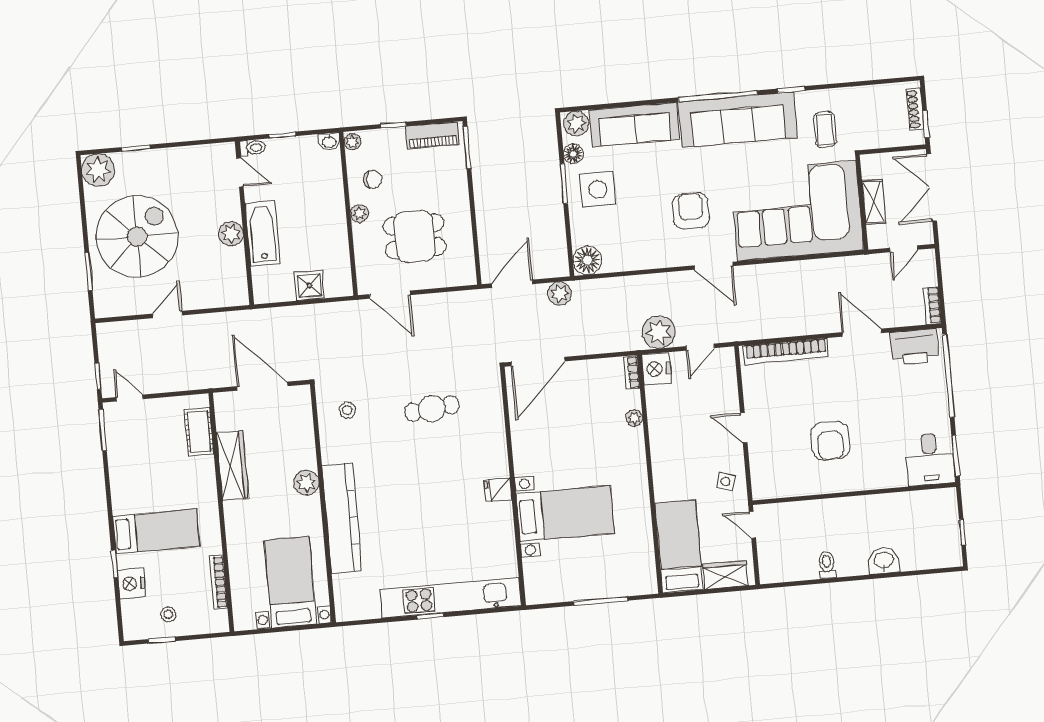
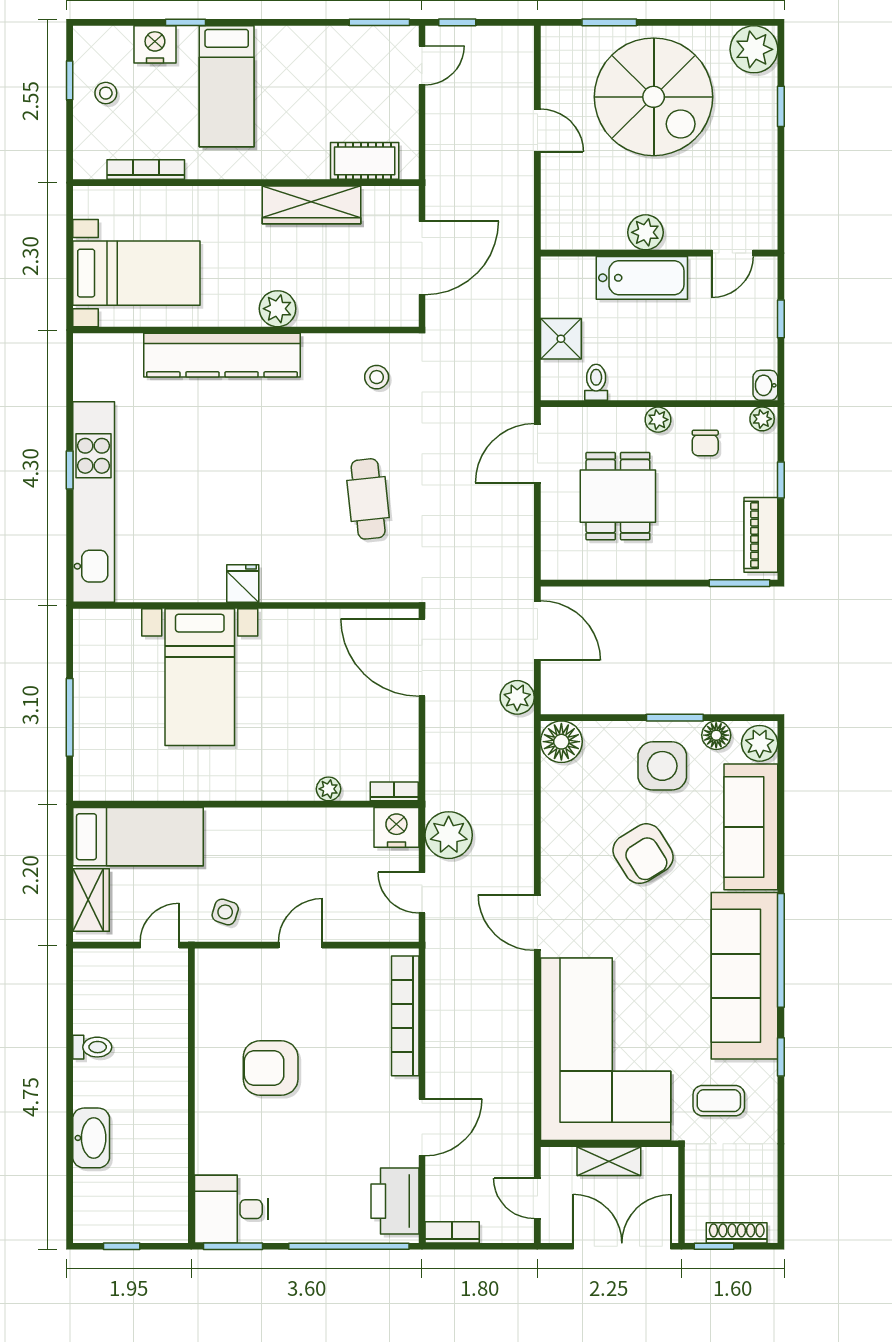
toilet: (253, 148) -> (596, 382), moved, turned 180
armchair: (691, 211) -> (643, 854), moved, turned 58
door: (714, 266) -> (537, 923), hinge flipped
washbasin: (884, 561) -> (91, 1138), width x1.38

